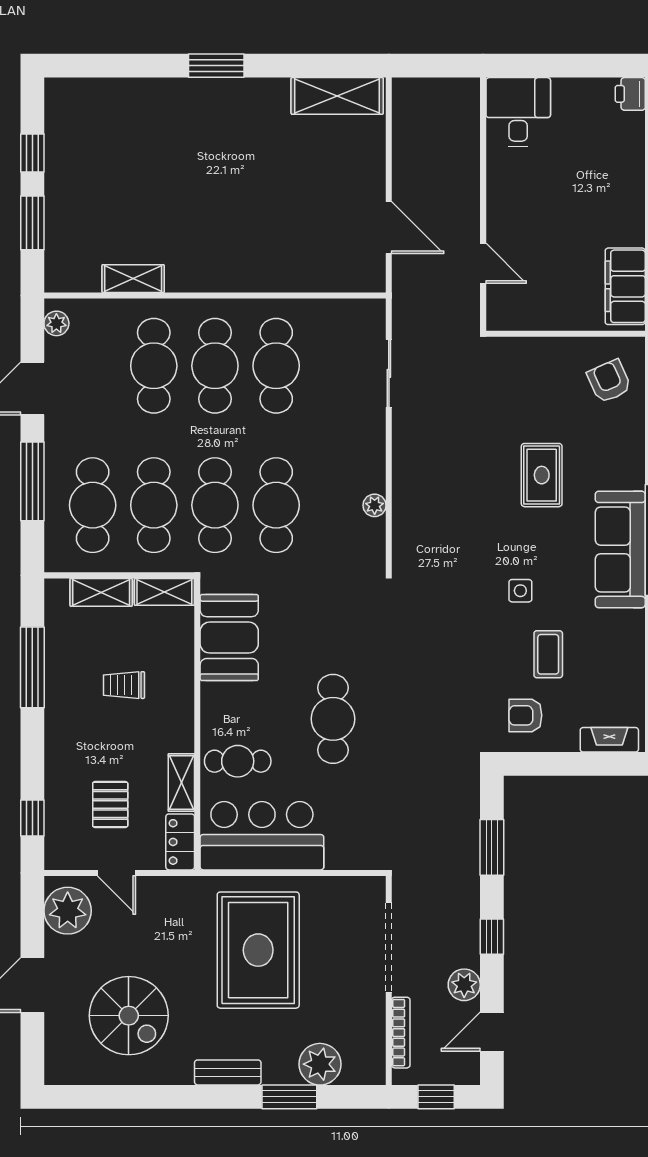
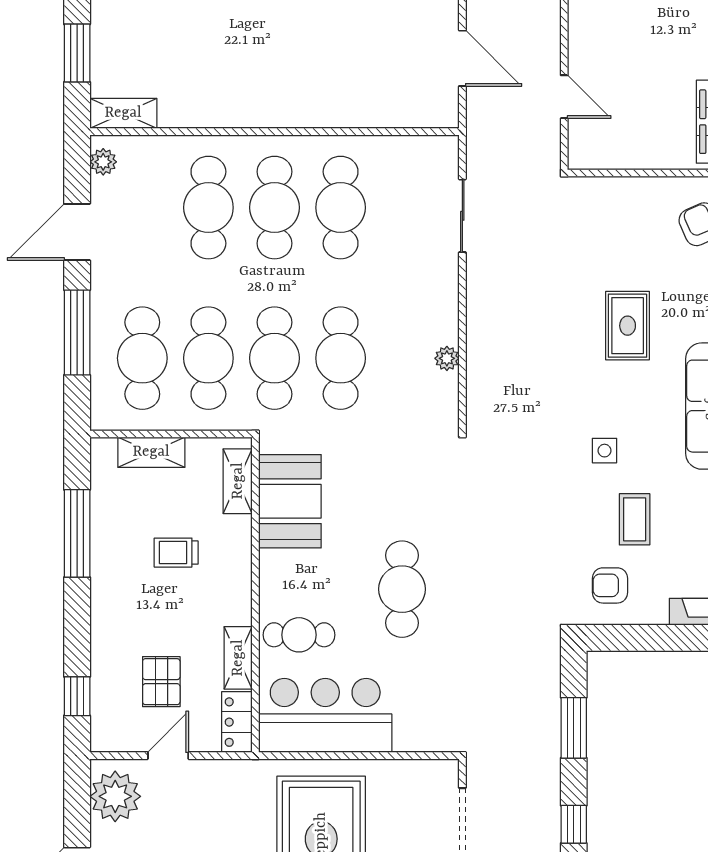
shelving: (133, 279) -> (123, 113), moved
shelving: (164, 592) -> (238, 481), moved, turned 90
door: (117, 873) -> (168, 756), swing flipped

